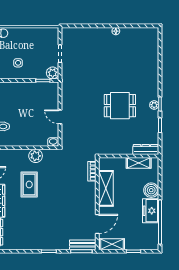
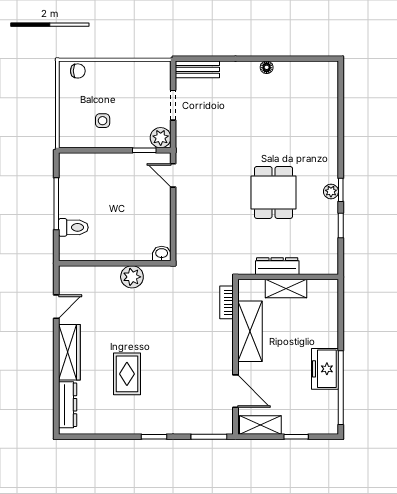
dining table: (120, 106) -> (274, 192), turned 90
door: (60, 117) -> (173, 175), moved
dresser: (146, 150) -> (277, 266), moved
shelving: (139, 163) -> (286, 289), moved
rug: (29, 184) -> (127, 374), moved
boiler: (151, 190) -> (326, 334), removed
door: (97, 224) -> (235, 391), hinge flipped
bench: (83, 245) -> (197, 69), moved

